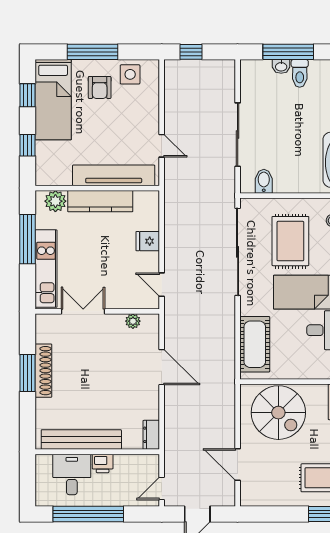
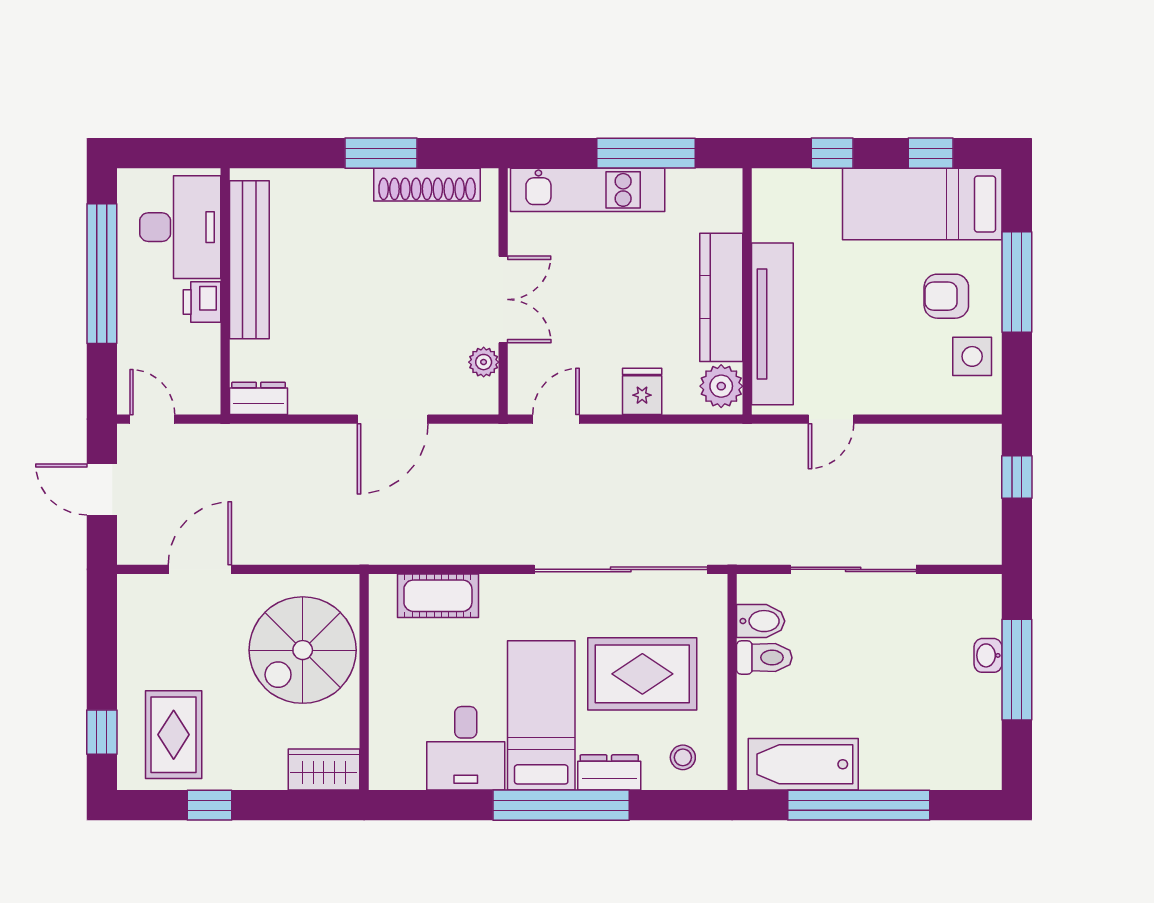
toilet: (300, 73) -> (764, 658), moved, turned 180
plant: (55, 201) -> (721, 386), moved
double door: (83, 311) -> (503, 299), moved
cot: (255, 344) -> (438, 596), width x0.73, depth x0.75
shoe rack: (43, 371) -> (427, 185), moved
desk: (72, 474) -> (180, 227), width x1.37

